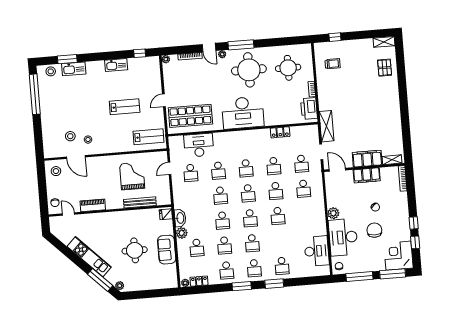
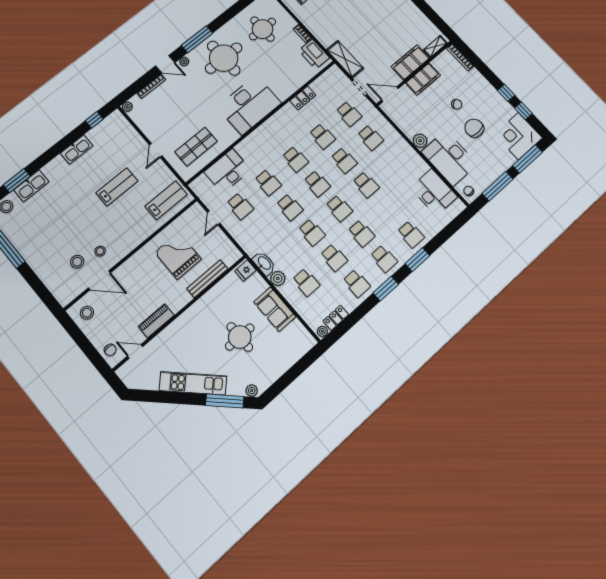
shop shelf: (190, 116) -> (196, 147), width x0.70, depth x0.74

